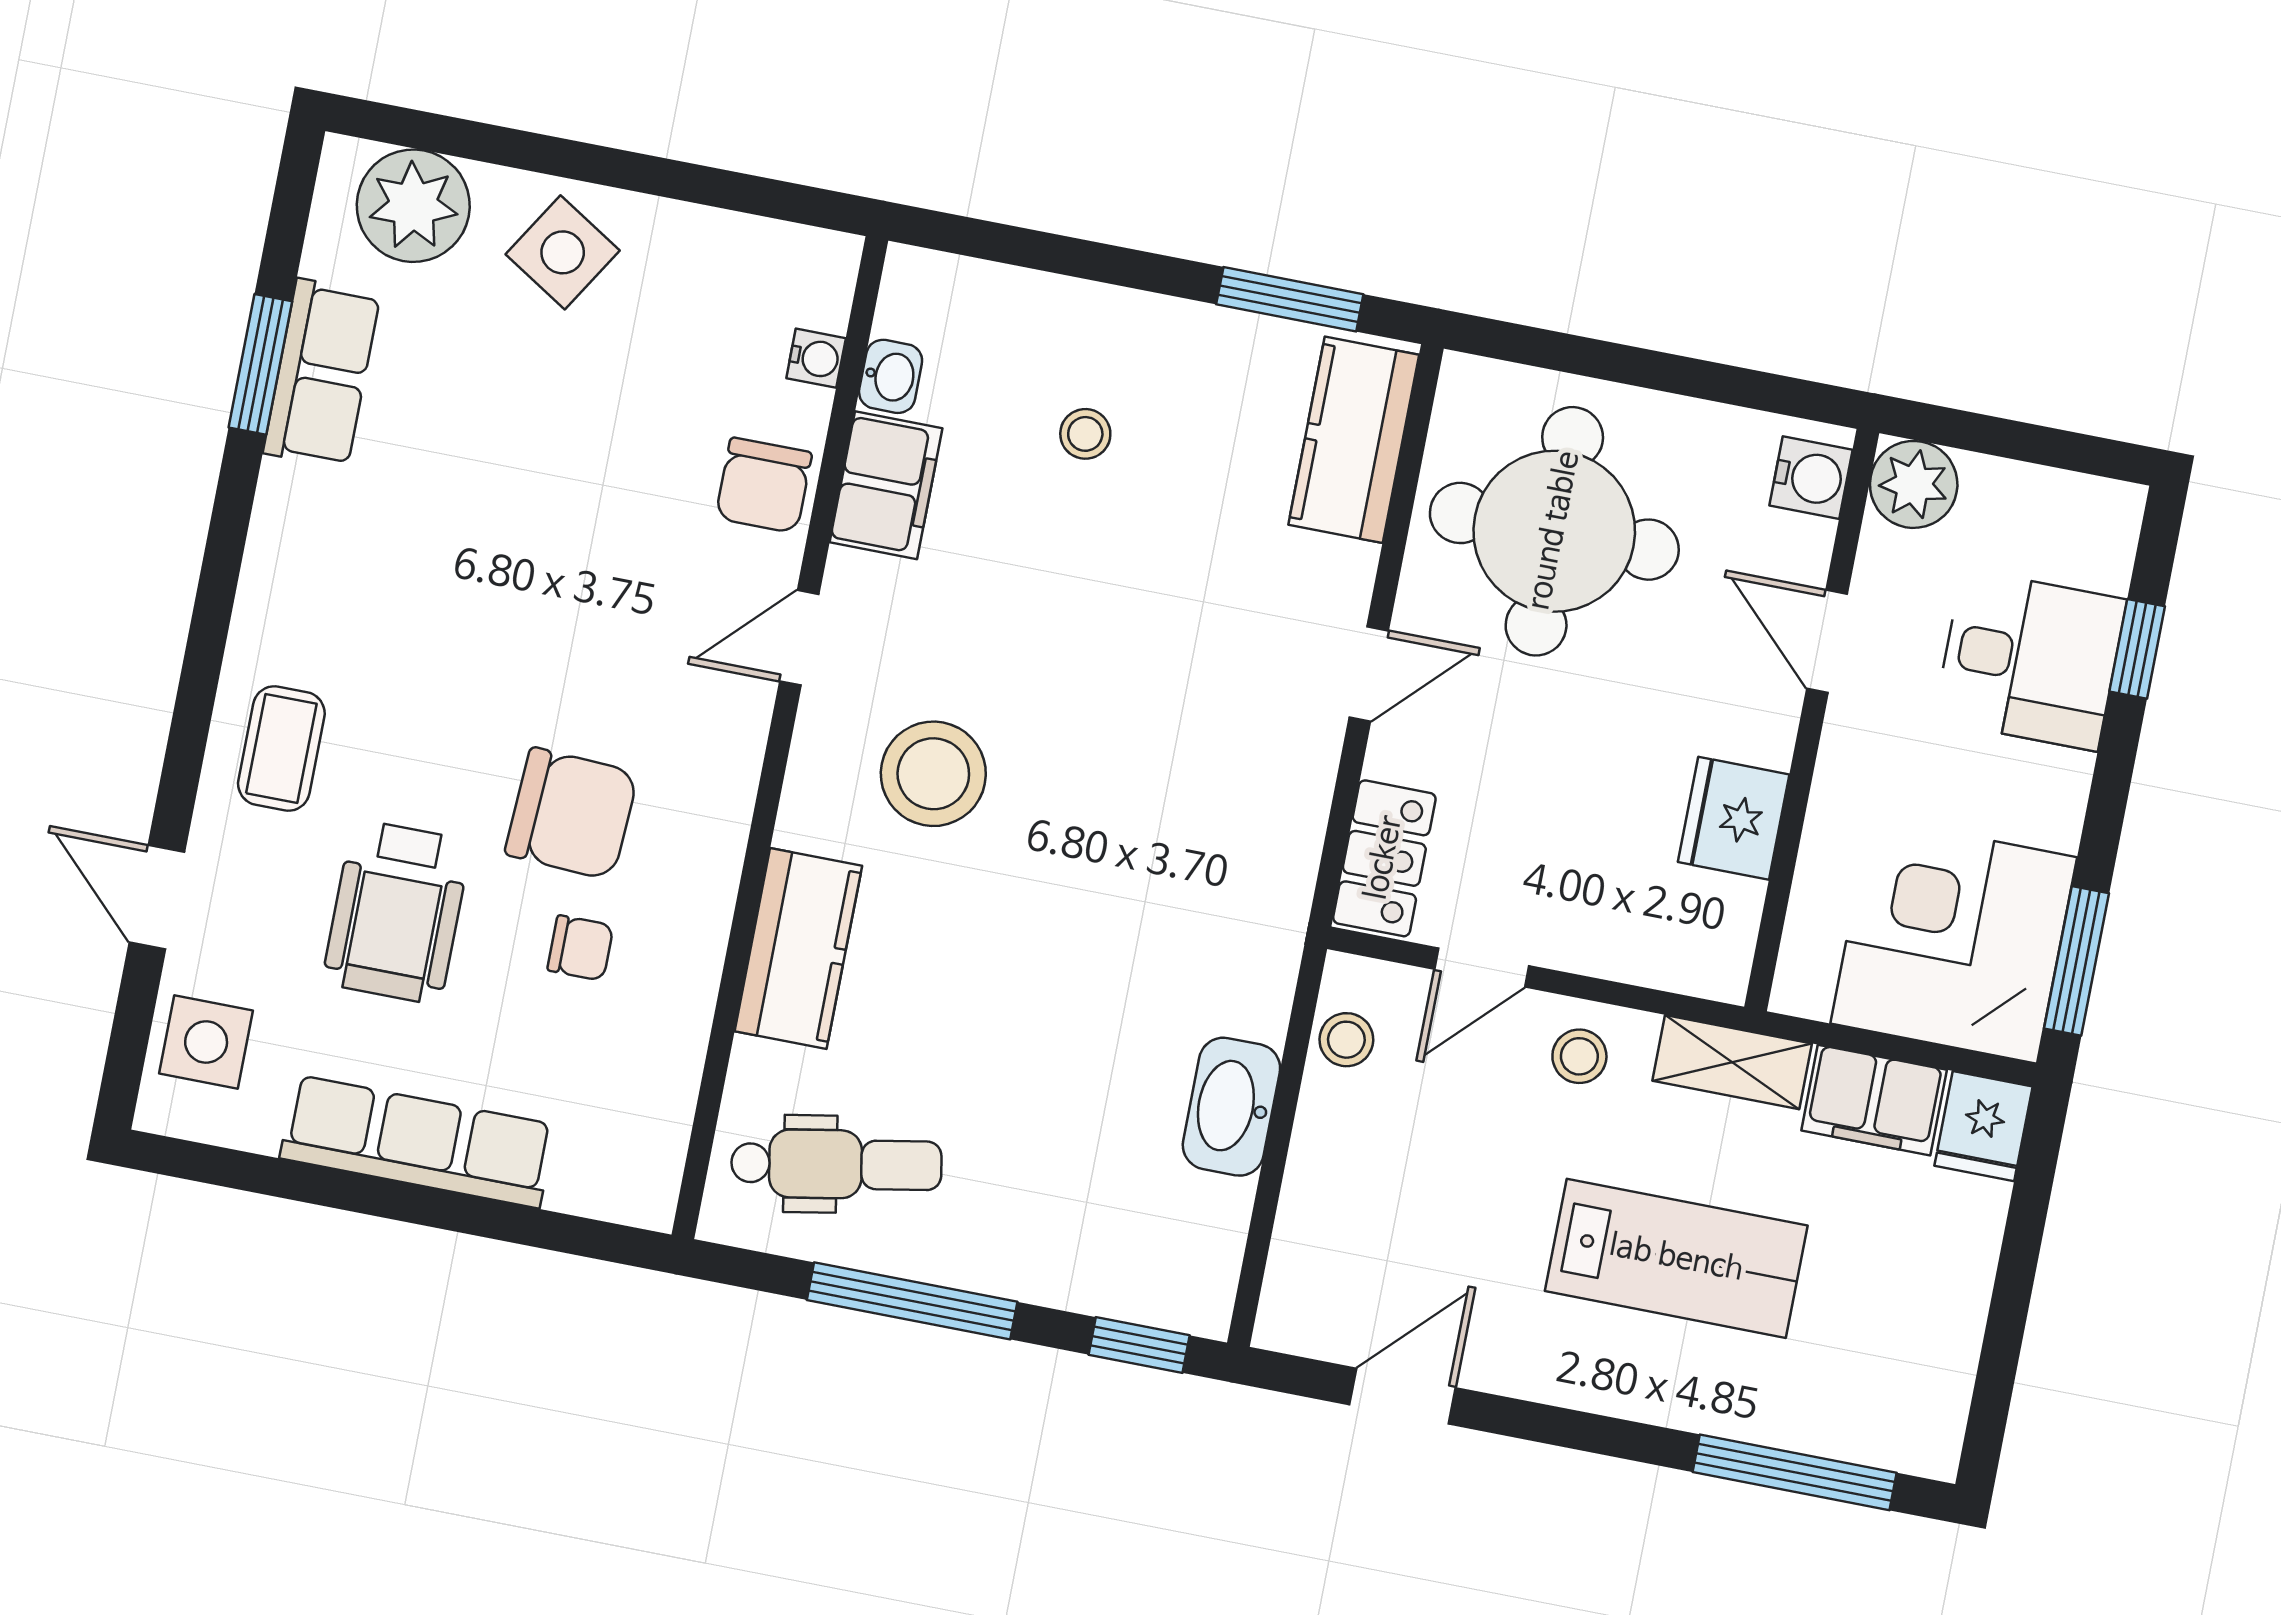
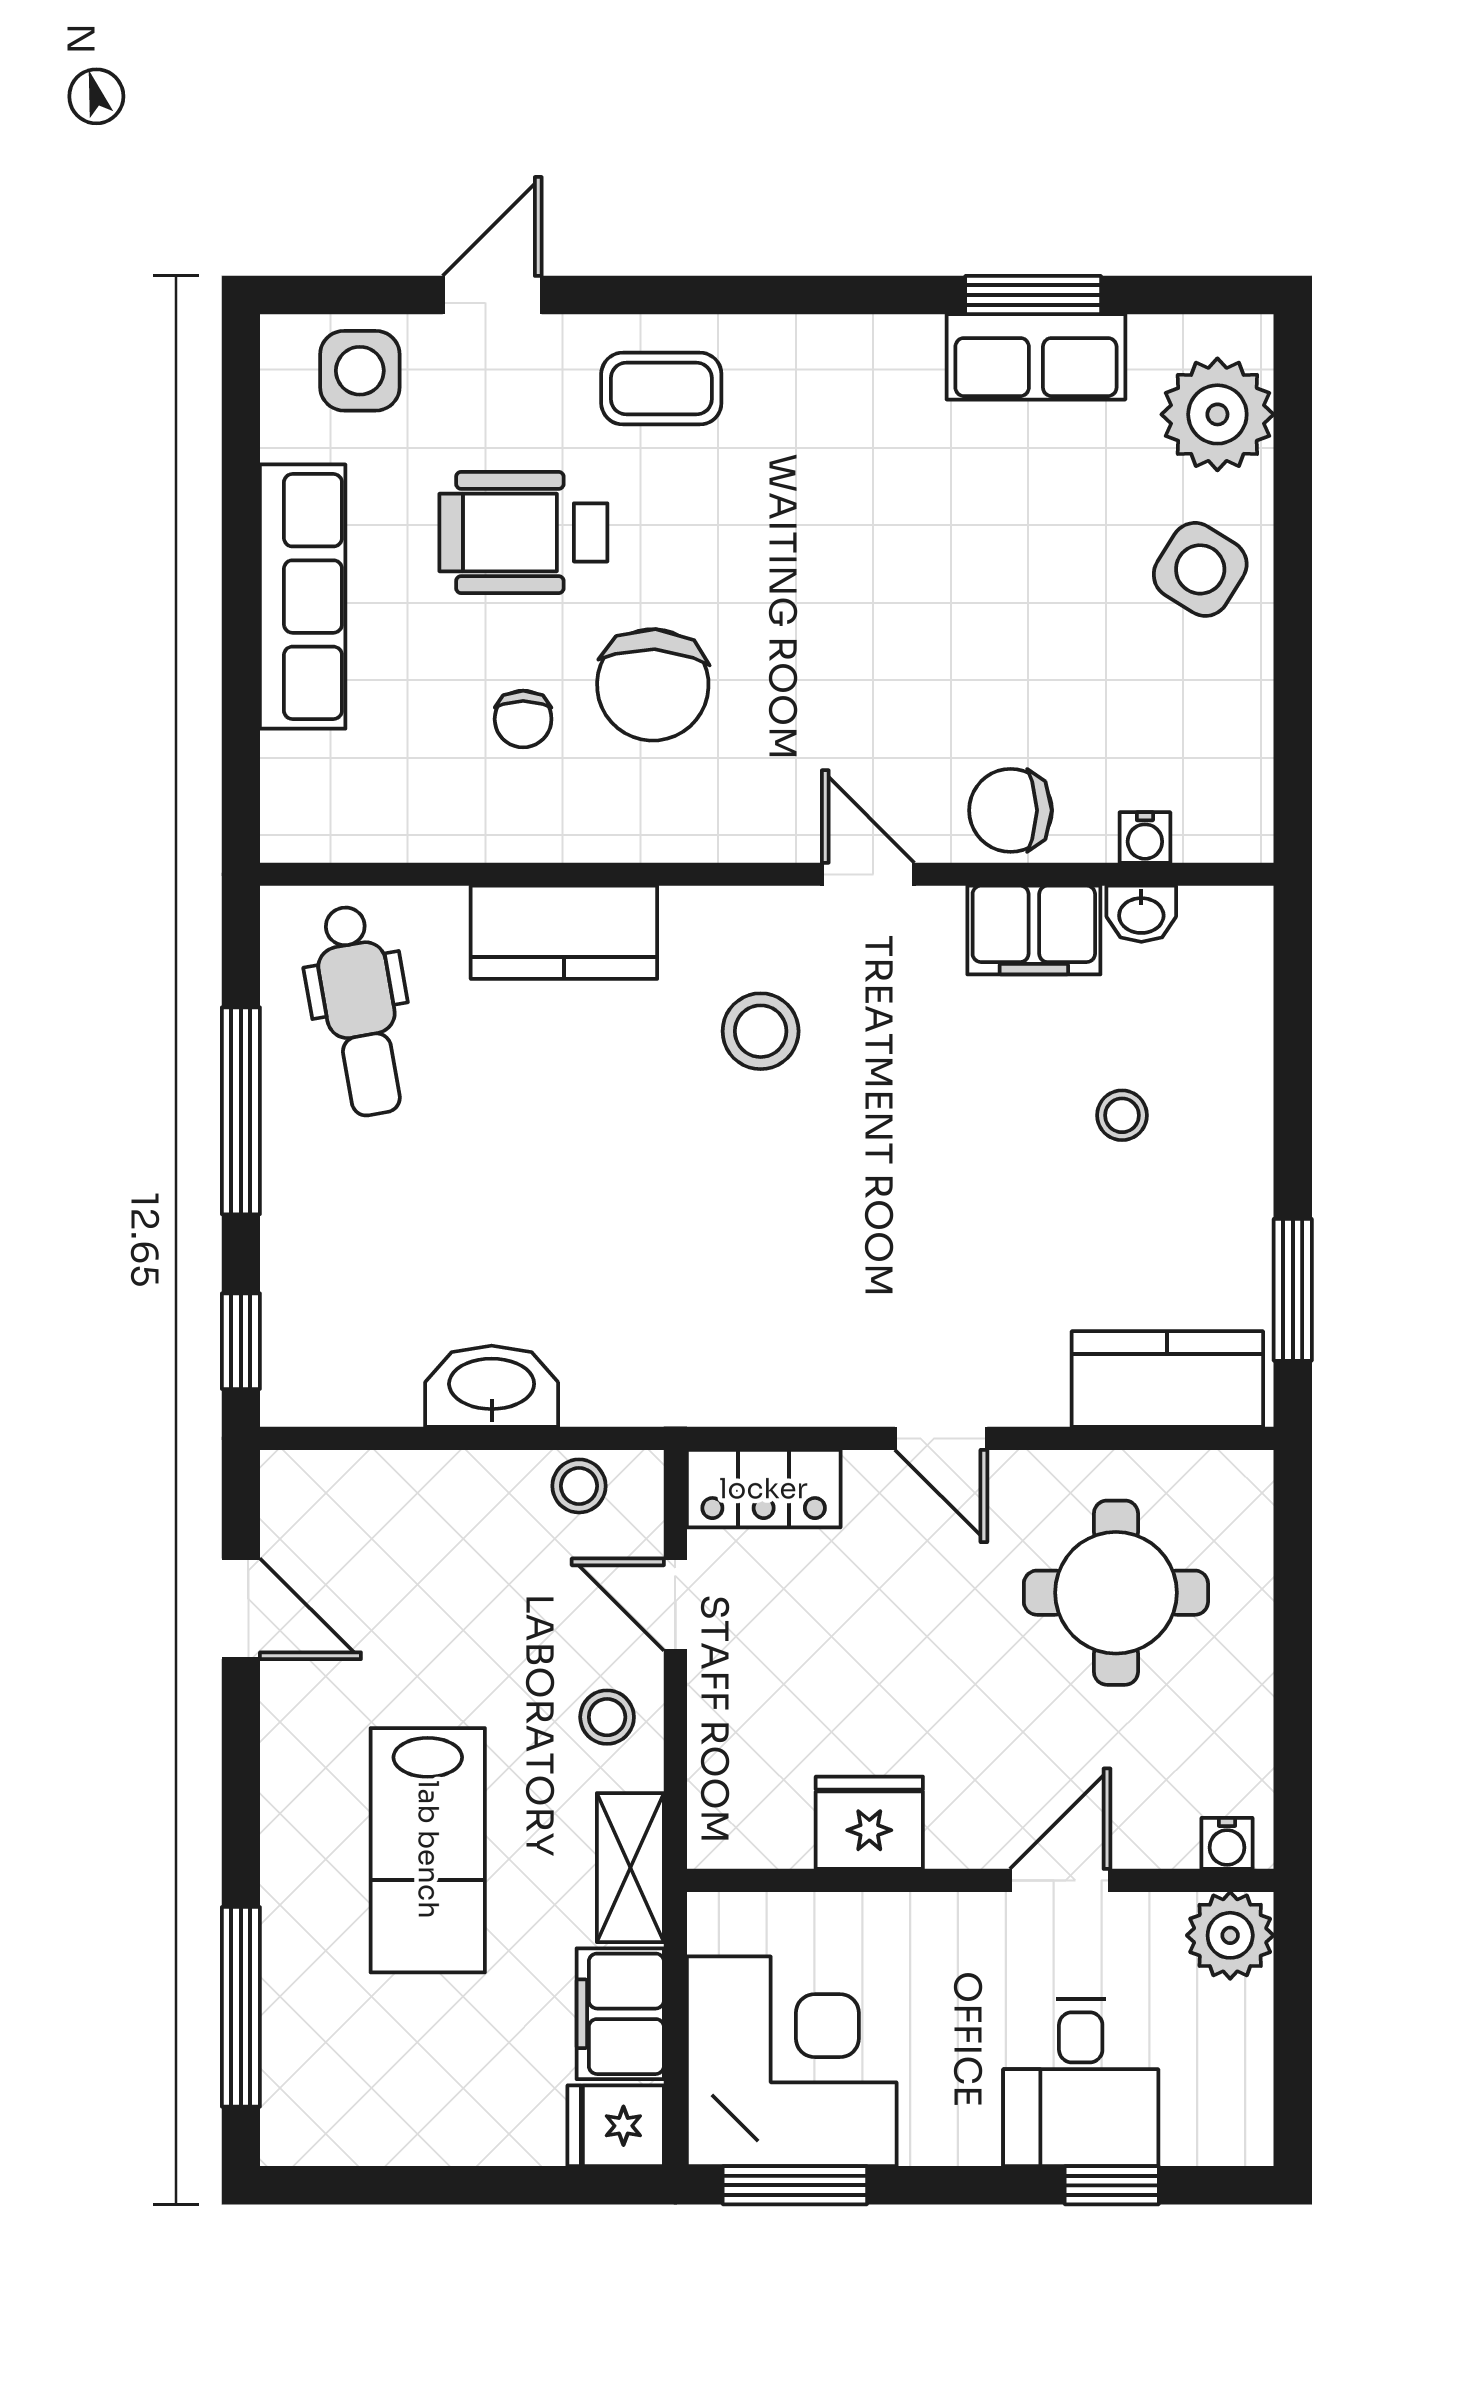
water cooler: (1811, 478) -> (1227, 1843), width x0.72, depth x0.72
round table: (1554, 531) -> (1116, 1593), width x0.73, depth x0.73
stool: (933, 774) -> (761, 1031), width x0.73, depth x0.73

